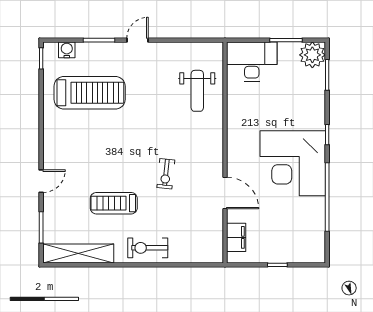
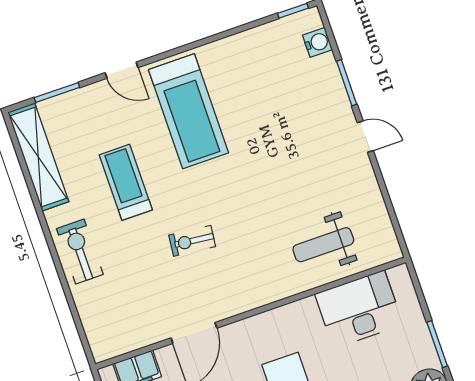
desk: (252, 62) -> (359, 309), moved, turned -90
treadmill: (90, 93) -> (189, 111), moved

